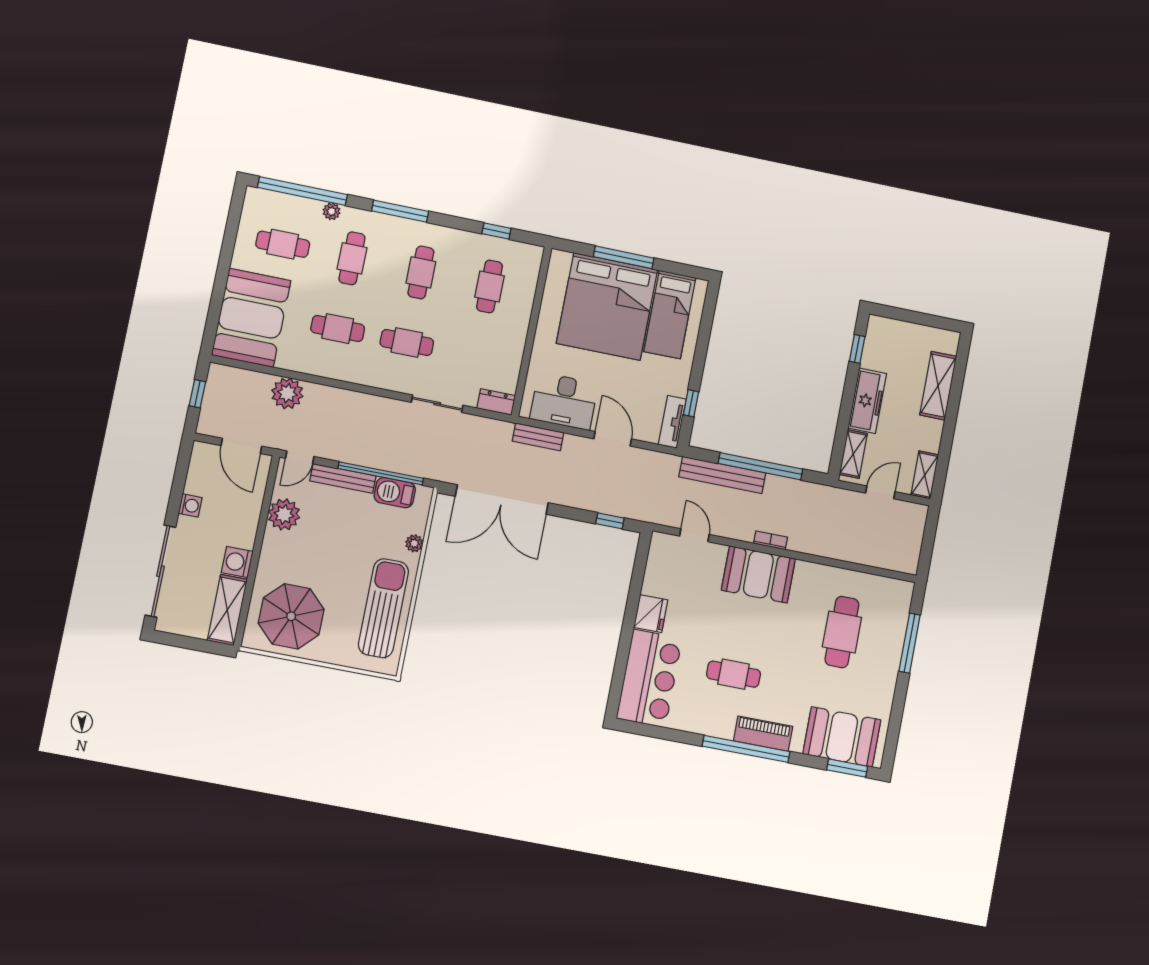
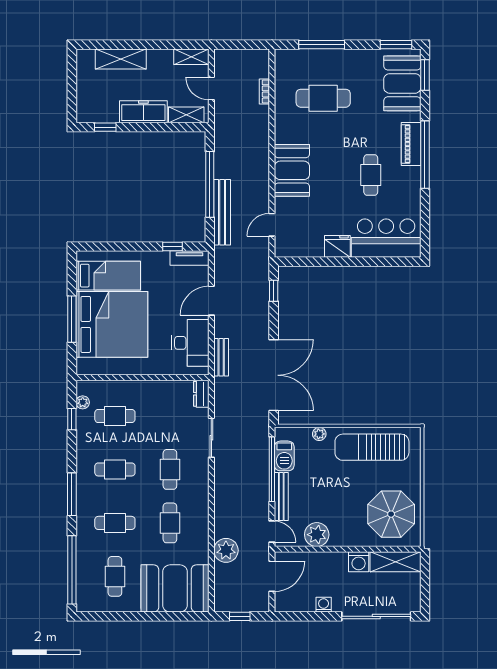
plant: (332, 211) -> (83, 402), moved
bookcase: (771, 540) -> (264, 91), moved
window: (892, 738) -> (396, 45), added

